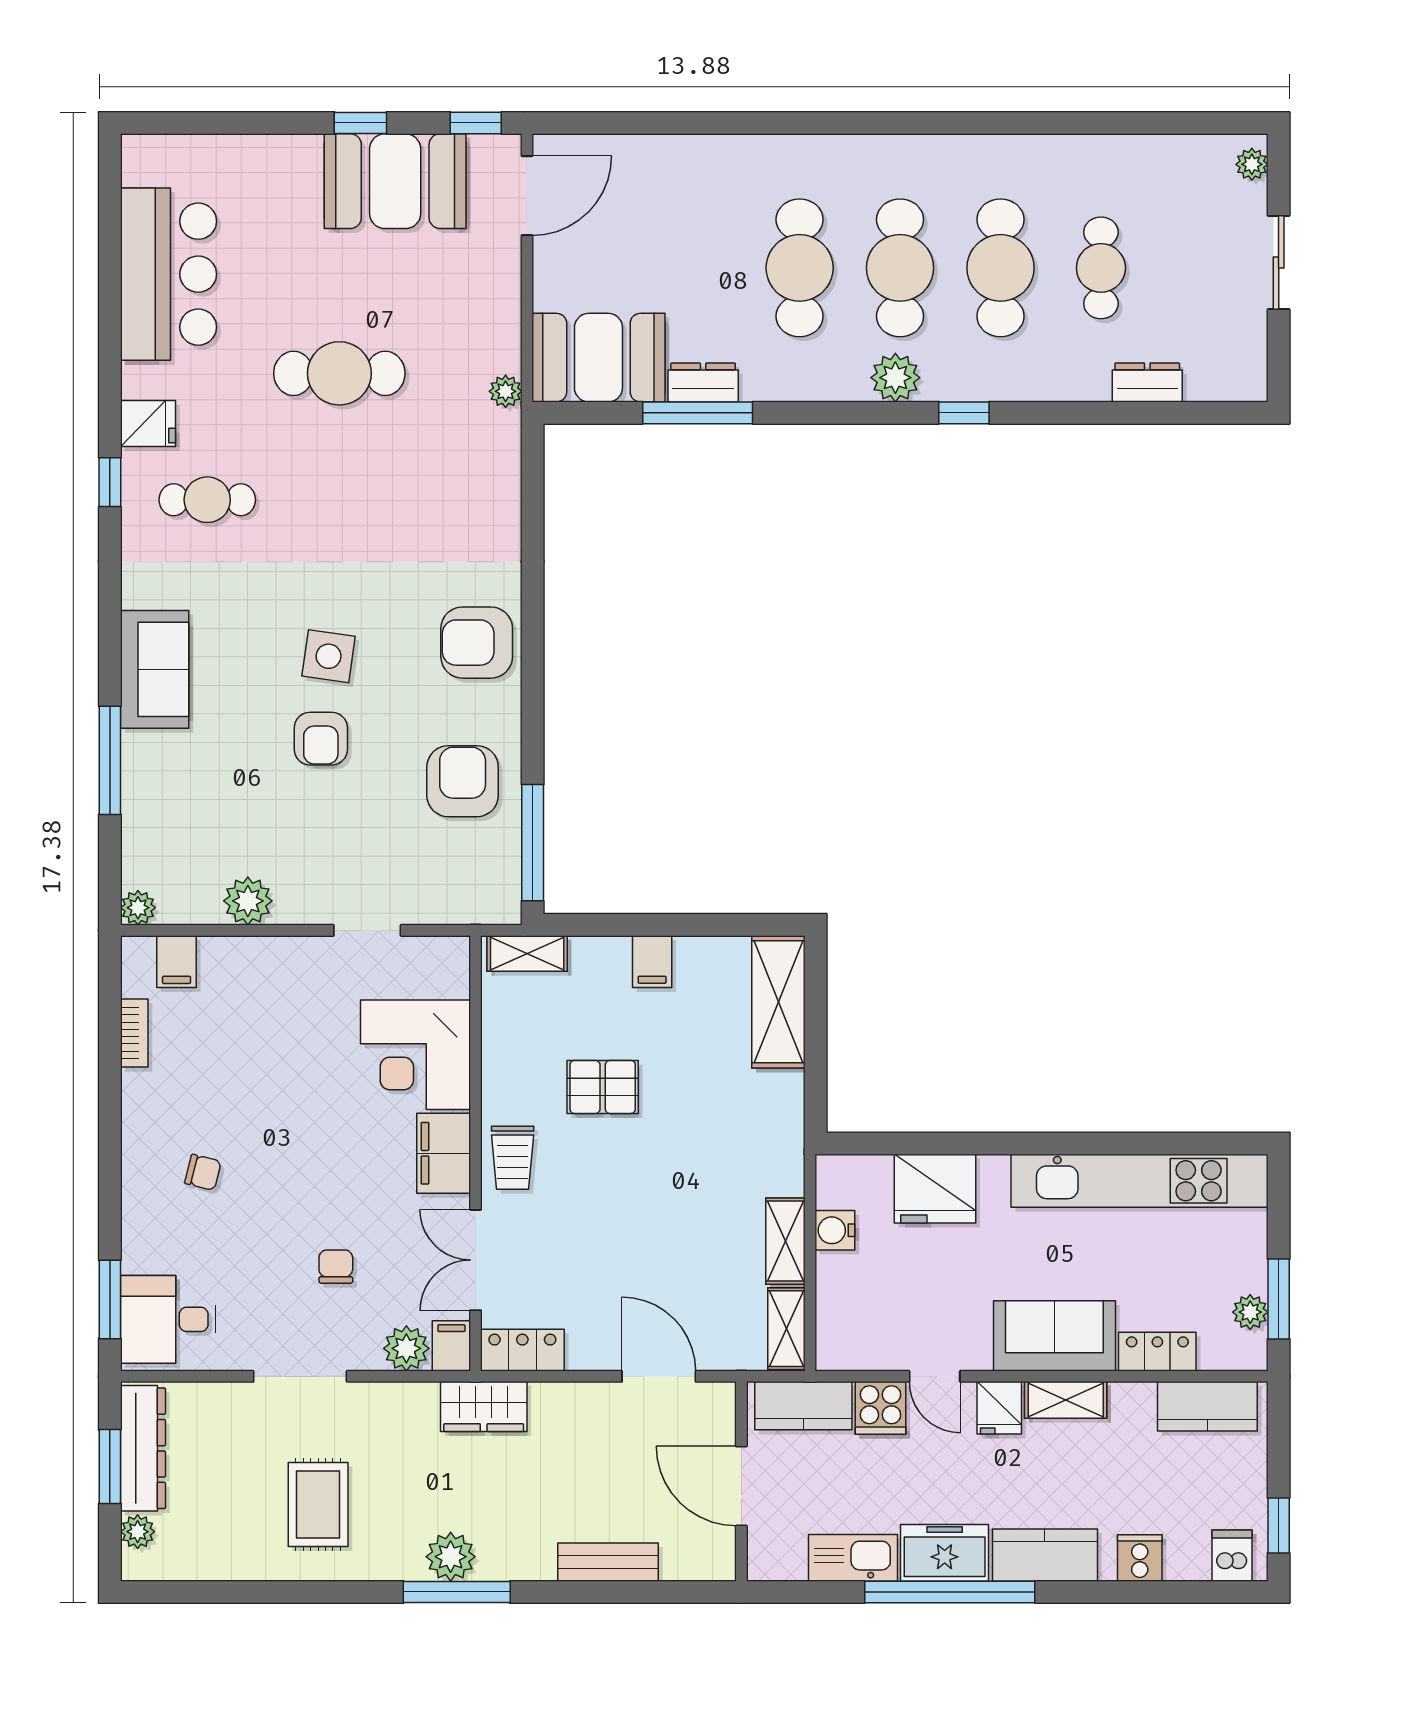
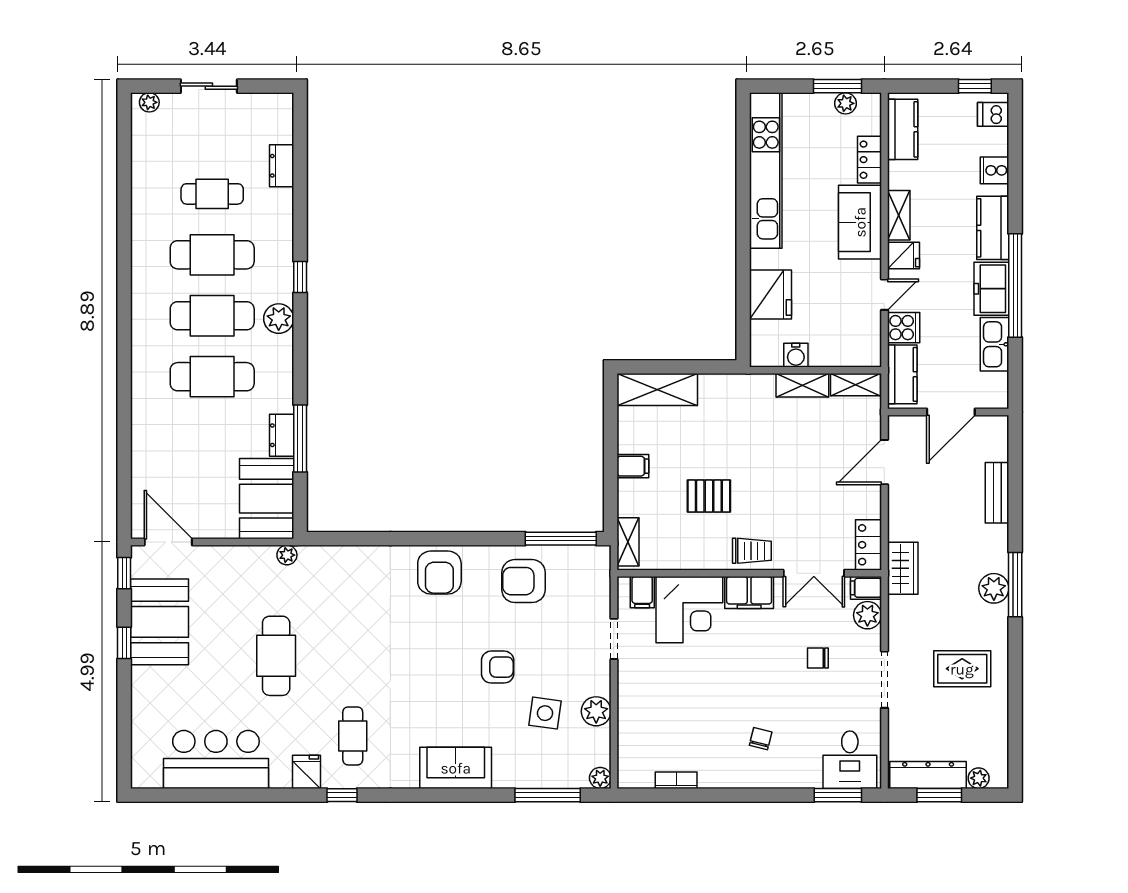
side table: (329, 656) -> (545, 713), moved
window: (110, 760) -> (548, 795), moved
filing cabinet: (177, 962) -> (642, 592), moved, turned 90
pallet: (603, 1087) -> (709, 496), turned 90

